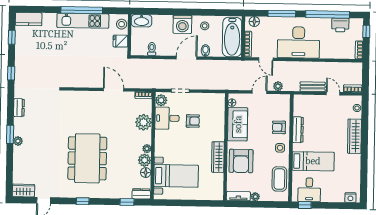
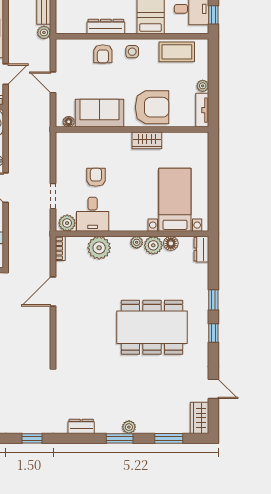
plant: (278, 86) -> (44, 32), moved
wardrobe: (218, 157) -> (147, 140), width x0.67
window: (9, 169) -> (169, 438), added
window: (127, 202) -> (213, 300), moved

